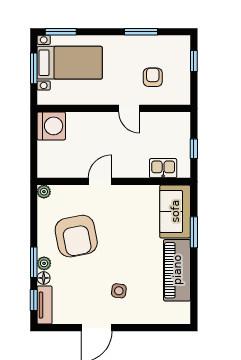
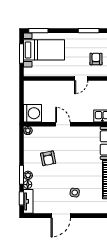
door: (129, 108) -> (81, 78), hinge flipped
washing machine: (51, 126) -> (33, 113), moved
door: (100, 181) -> (63, 124), hinge flipped
armchair: (76, 236) -> (48, 158), width x0.53, depth x0.53

